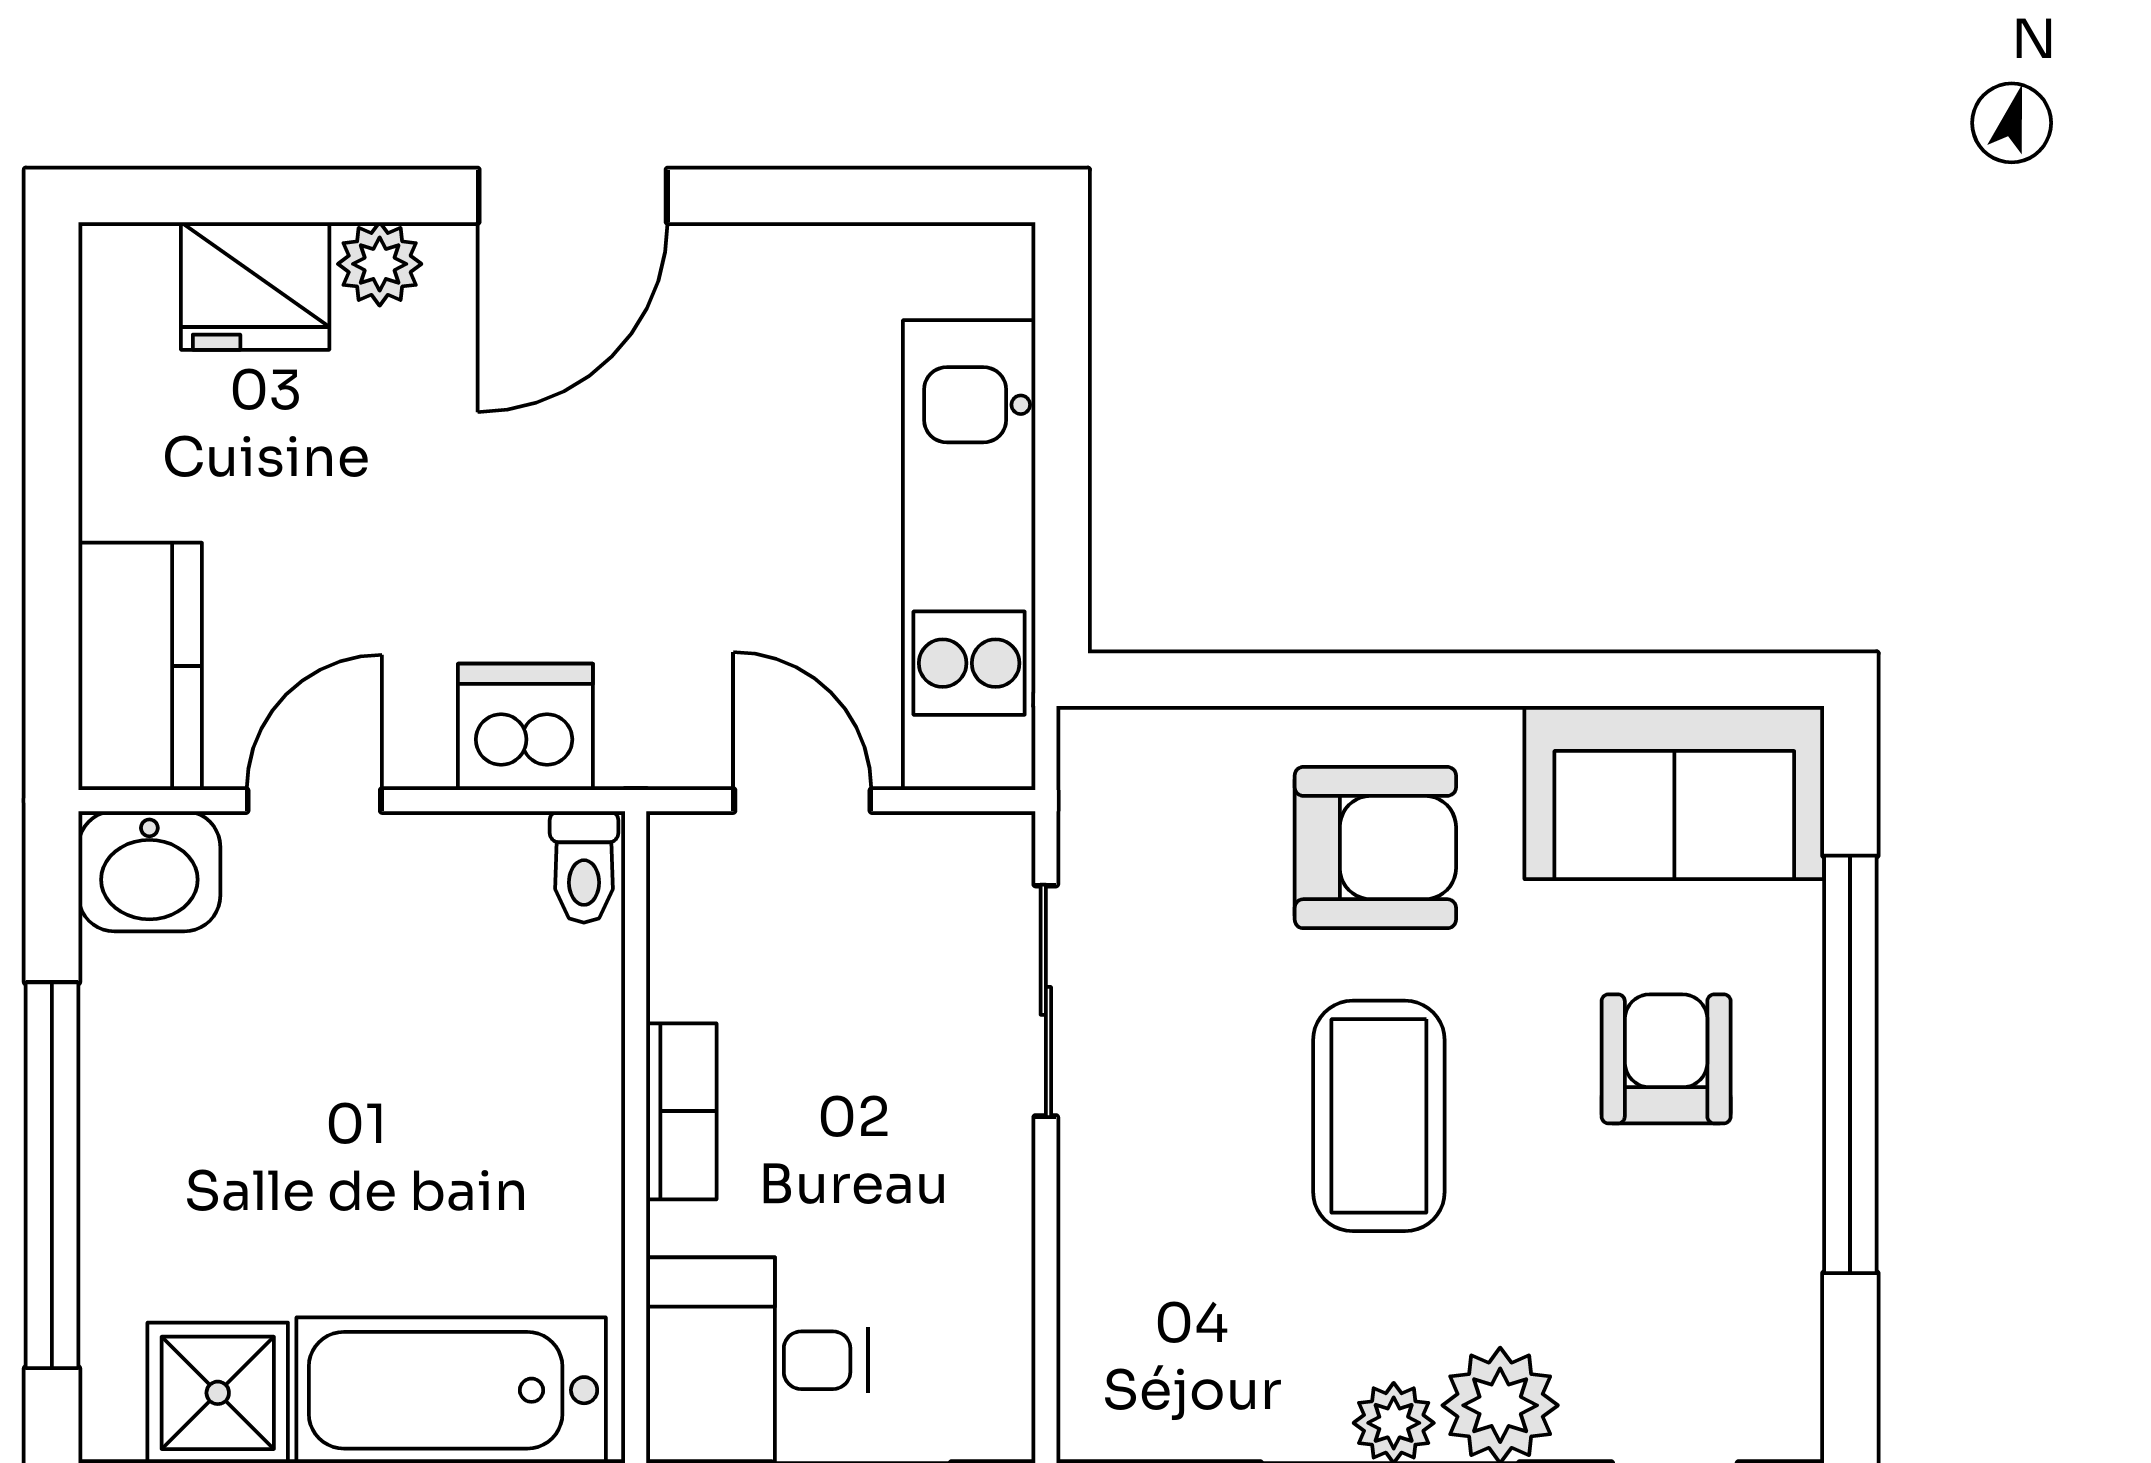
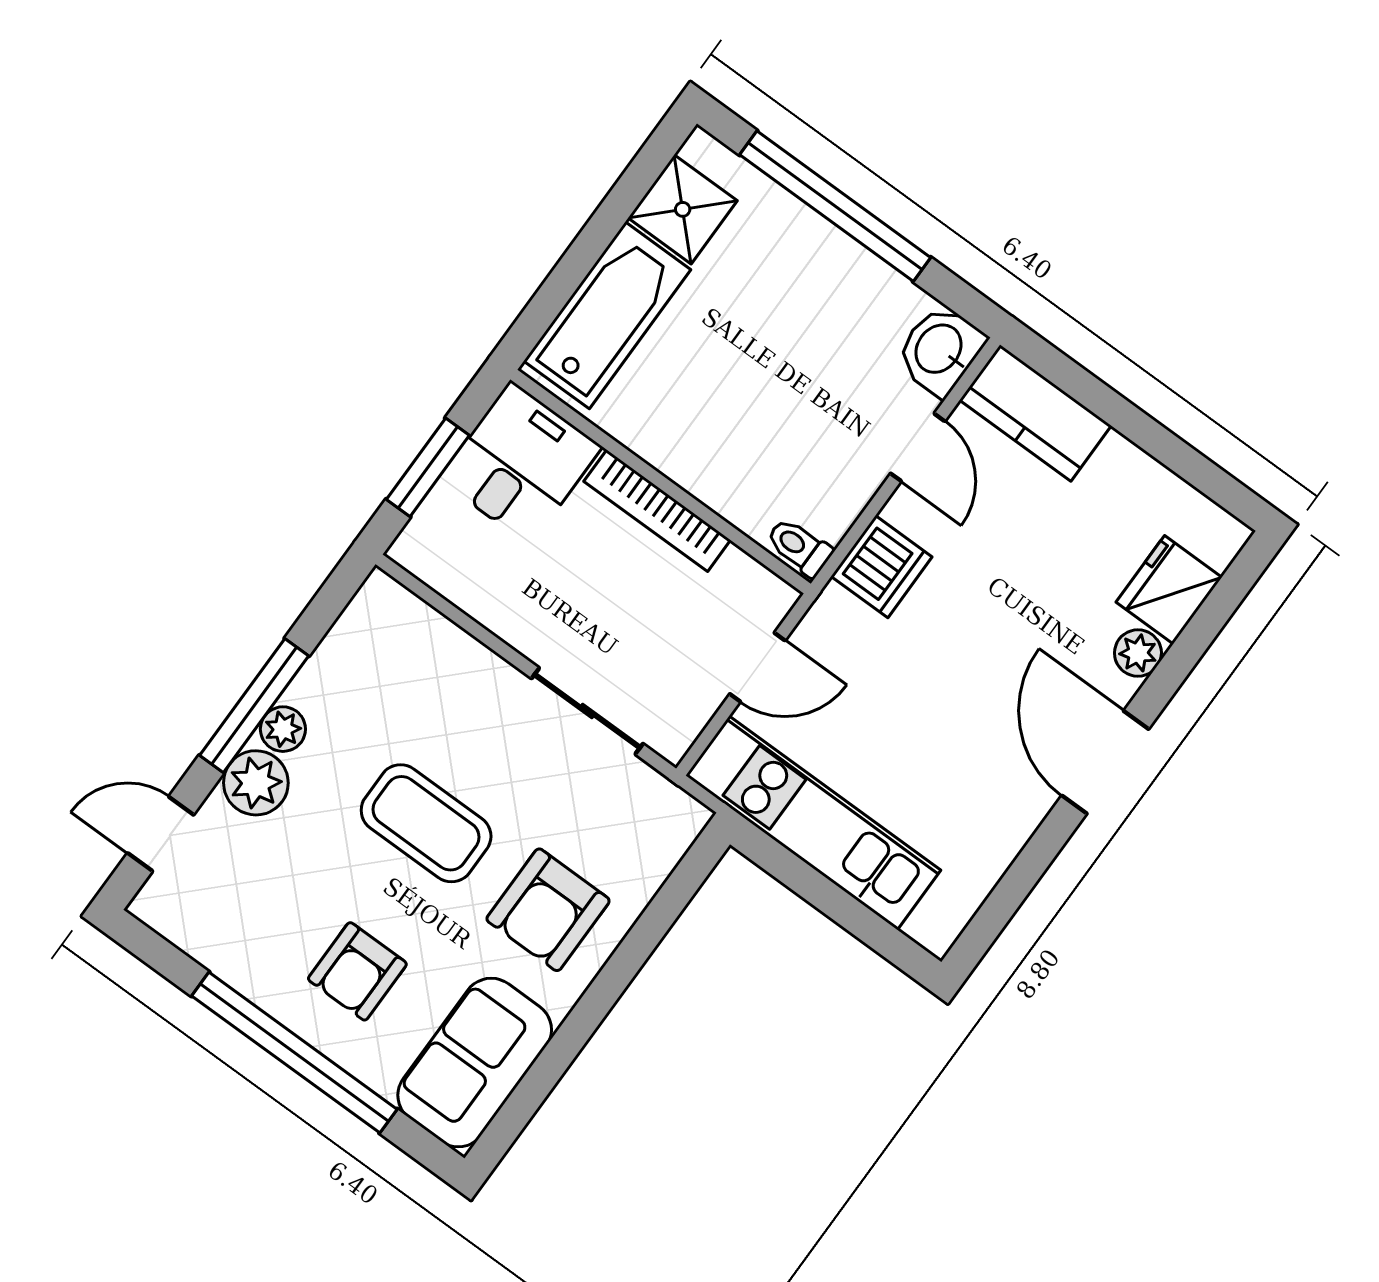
armchair: (1666, 1059) -> (357, 971), turned 90
bookcase: (681, 1111) -> (657, 511), width x1.56

